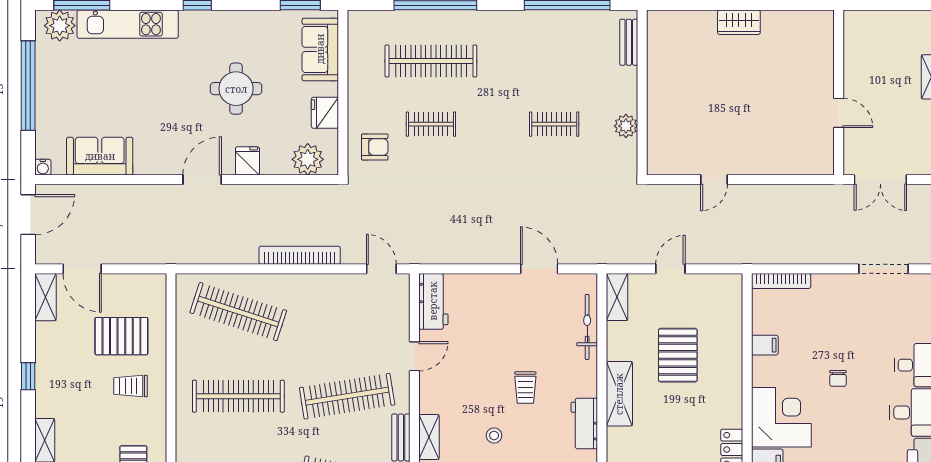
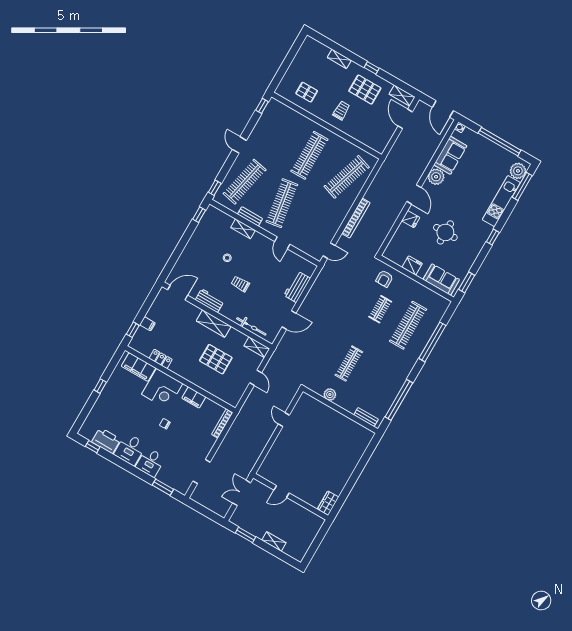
wardrobe: (739, 22) -> (328, 503), moved
clothes rail: (554, 124) -> (349, 363), width x1.36
plant: (308, 159) -> (436, 177), moved
door: (82, 269) -> (405, 119), hinge flipped
workbench: (433, 301) -> (297, 287), moved, turned 90
pallet: (121, 336) -> (365, 90), moved, turned 90
filing cabinet: (765, 345) -> (194, 397), width x2.00

